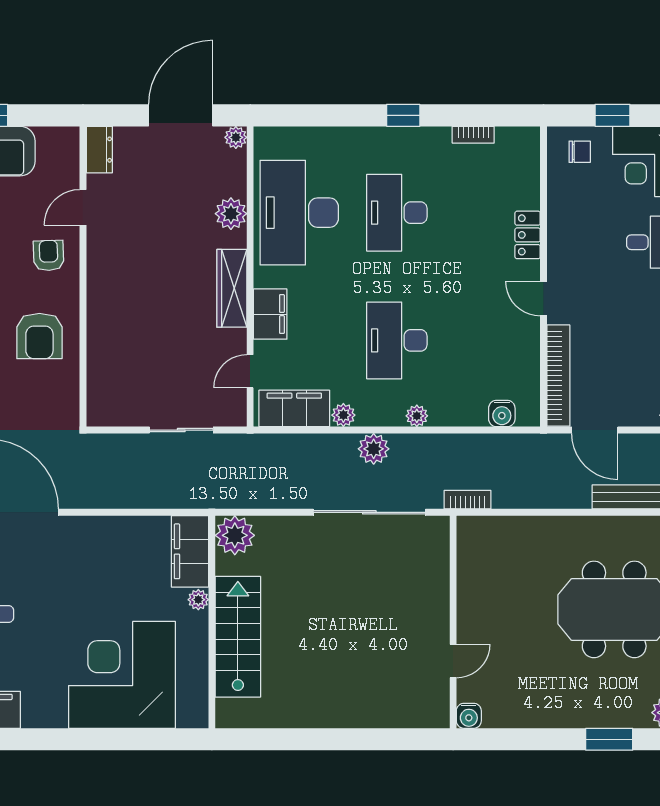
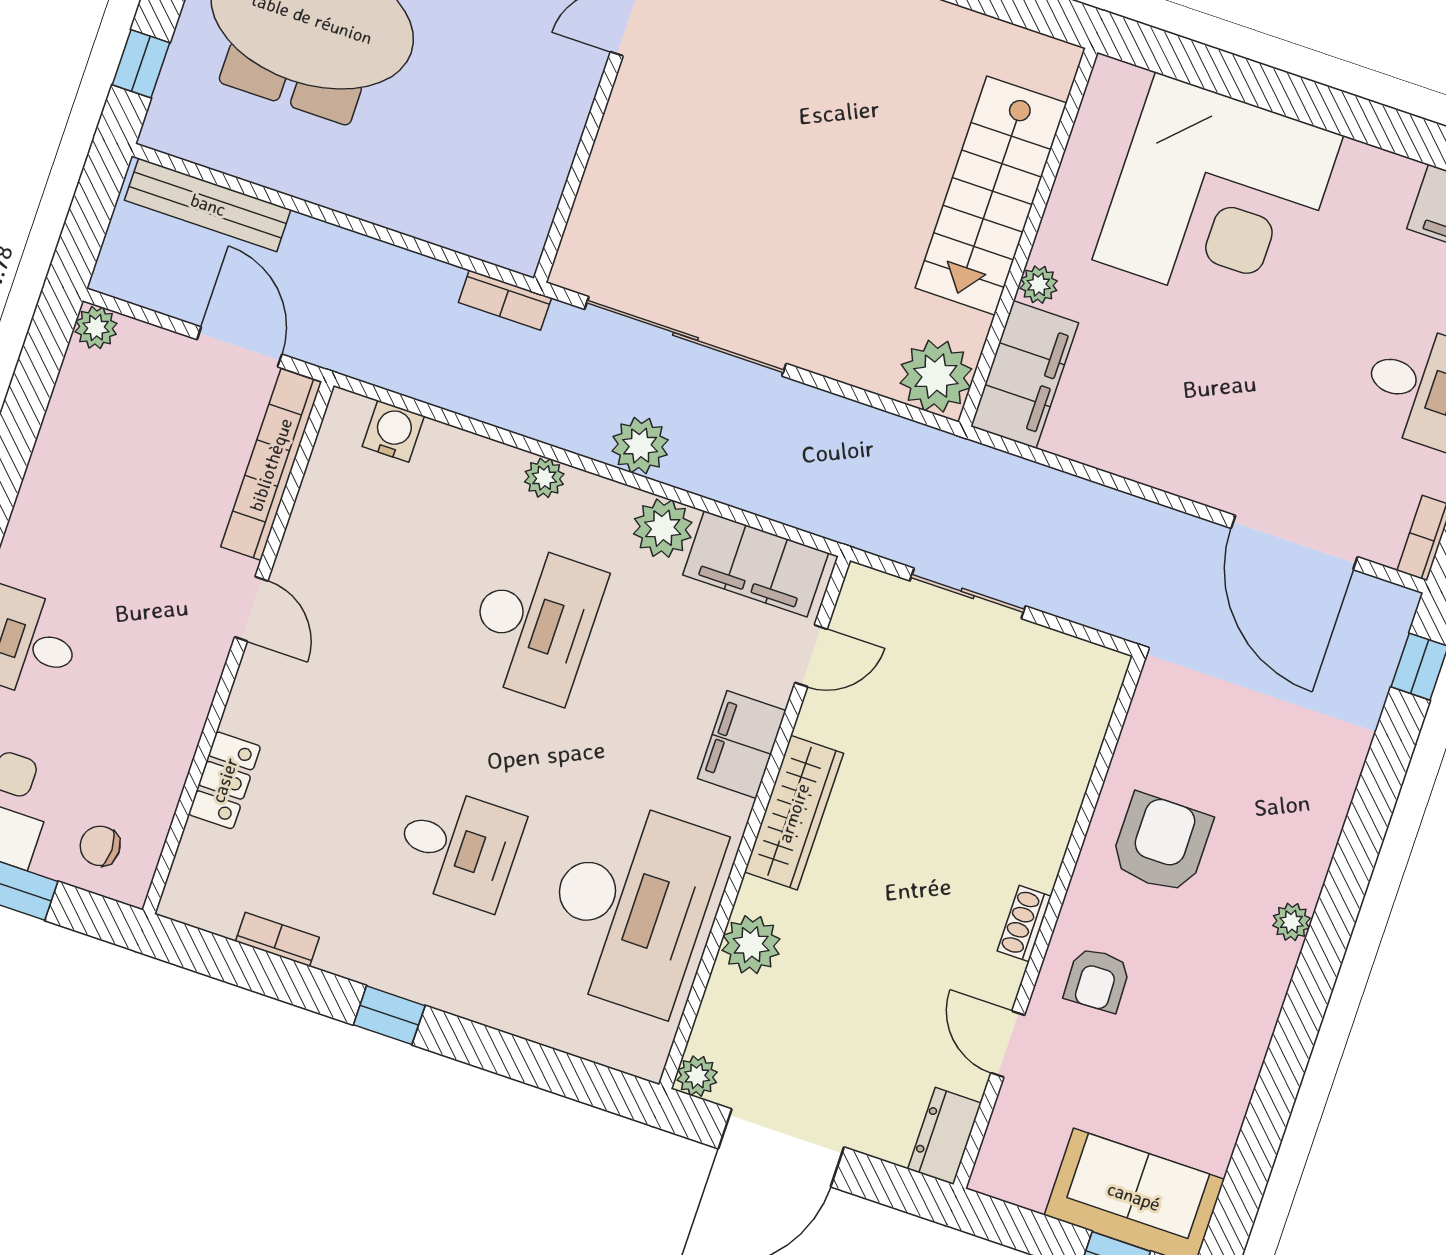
door: (83, 207) -> (1008, 1044), swing flipped
desk: (397, 213) -> (458, 848), width x0.73
locker: (528, 235) -> (225, 780), moved
shoe rack: (95, 272) -> (1024, 924), added
plant: (343, 415) -> (663, 528), width x1.38, depth x1.38

